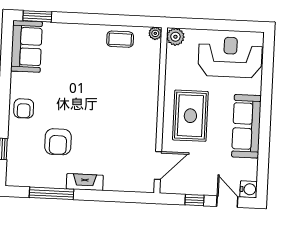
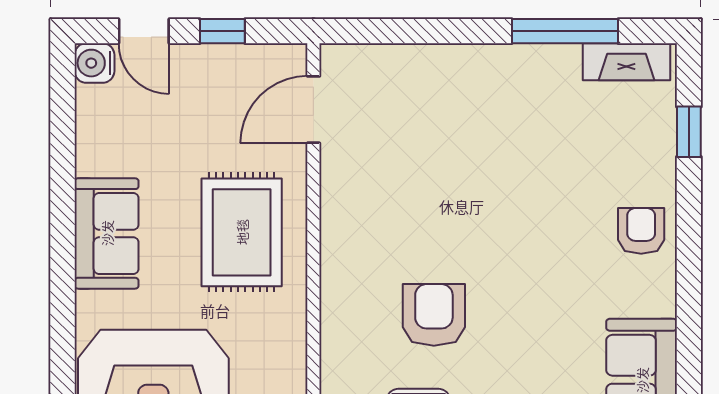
sofa: (246, 126) -> (107, 233), width x0.73
armchair: (58, 142) -> (434, 315), moved
fireplace: (85, 182) -> (626, 62), moved

